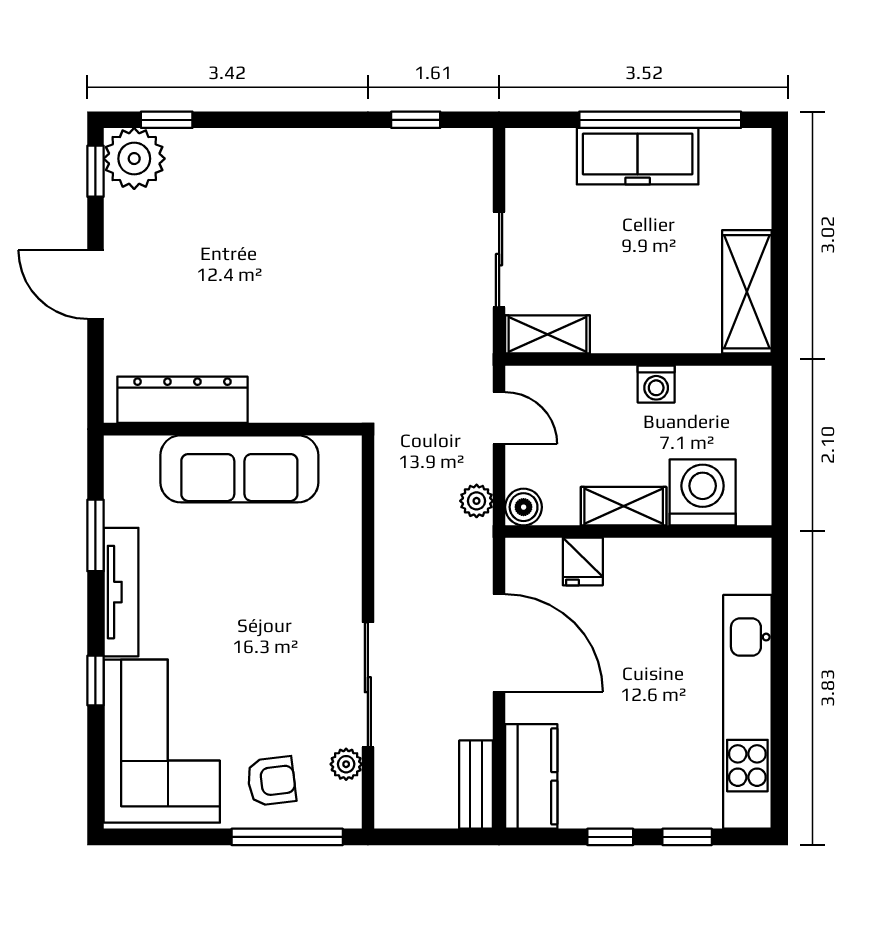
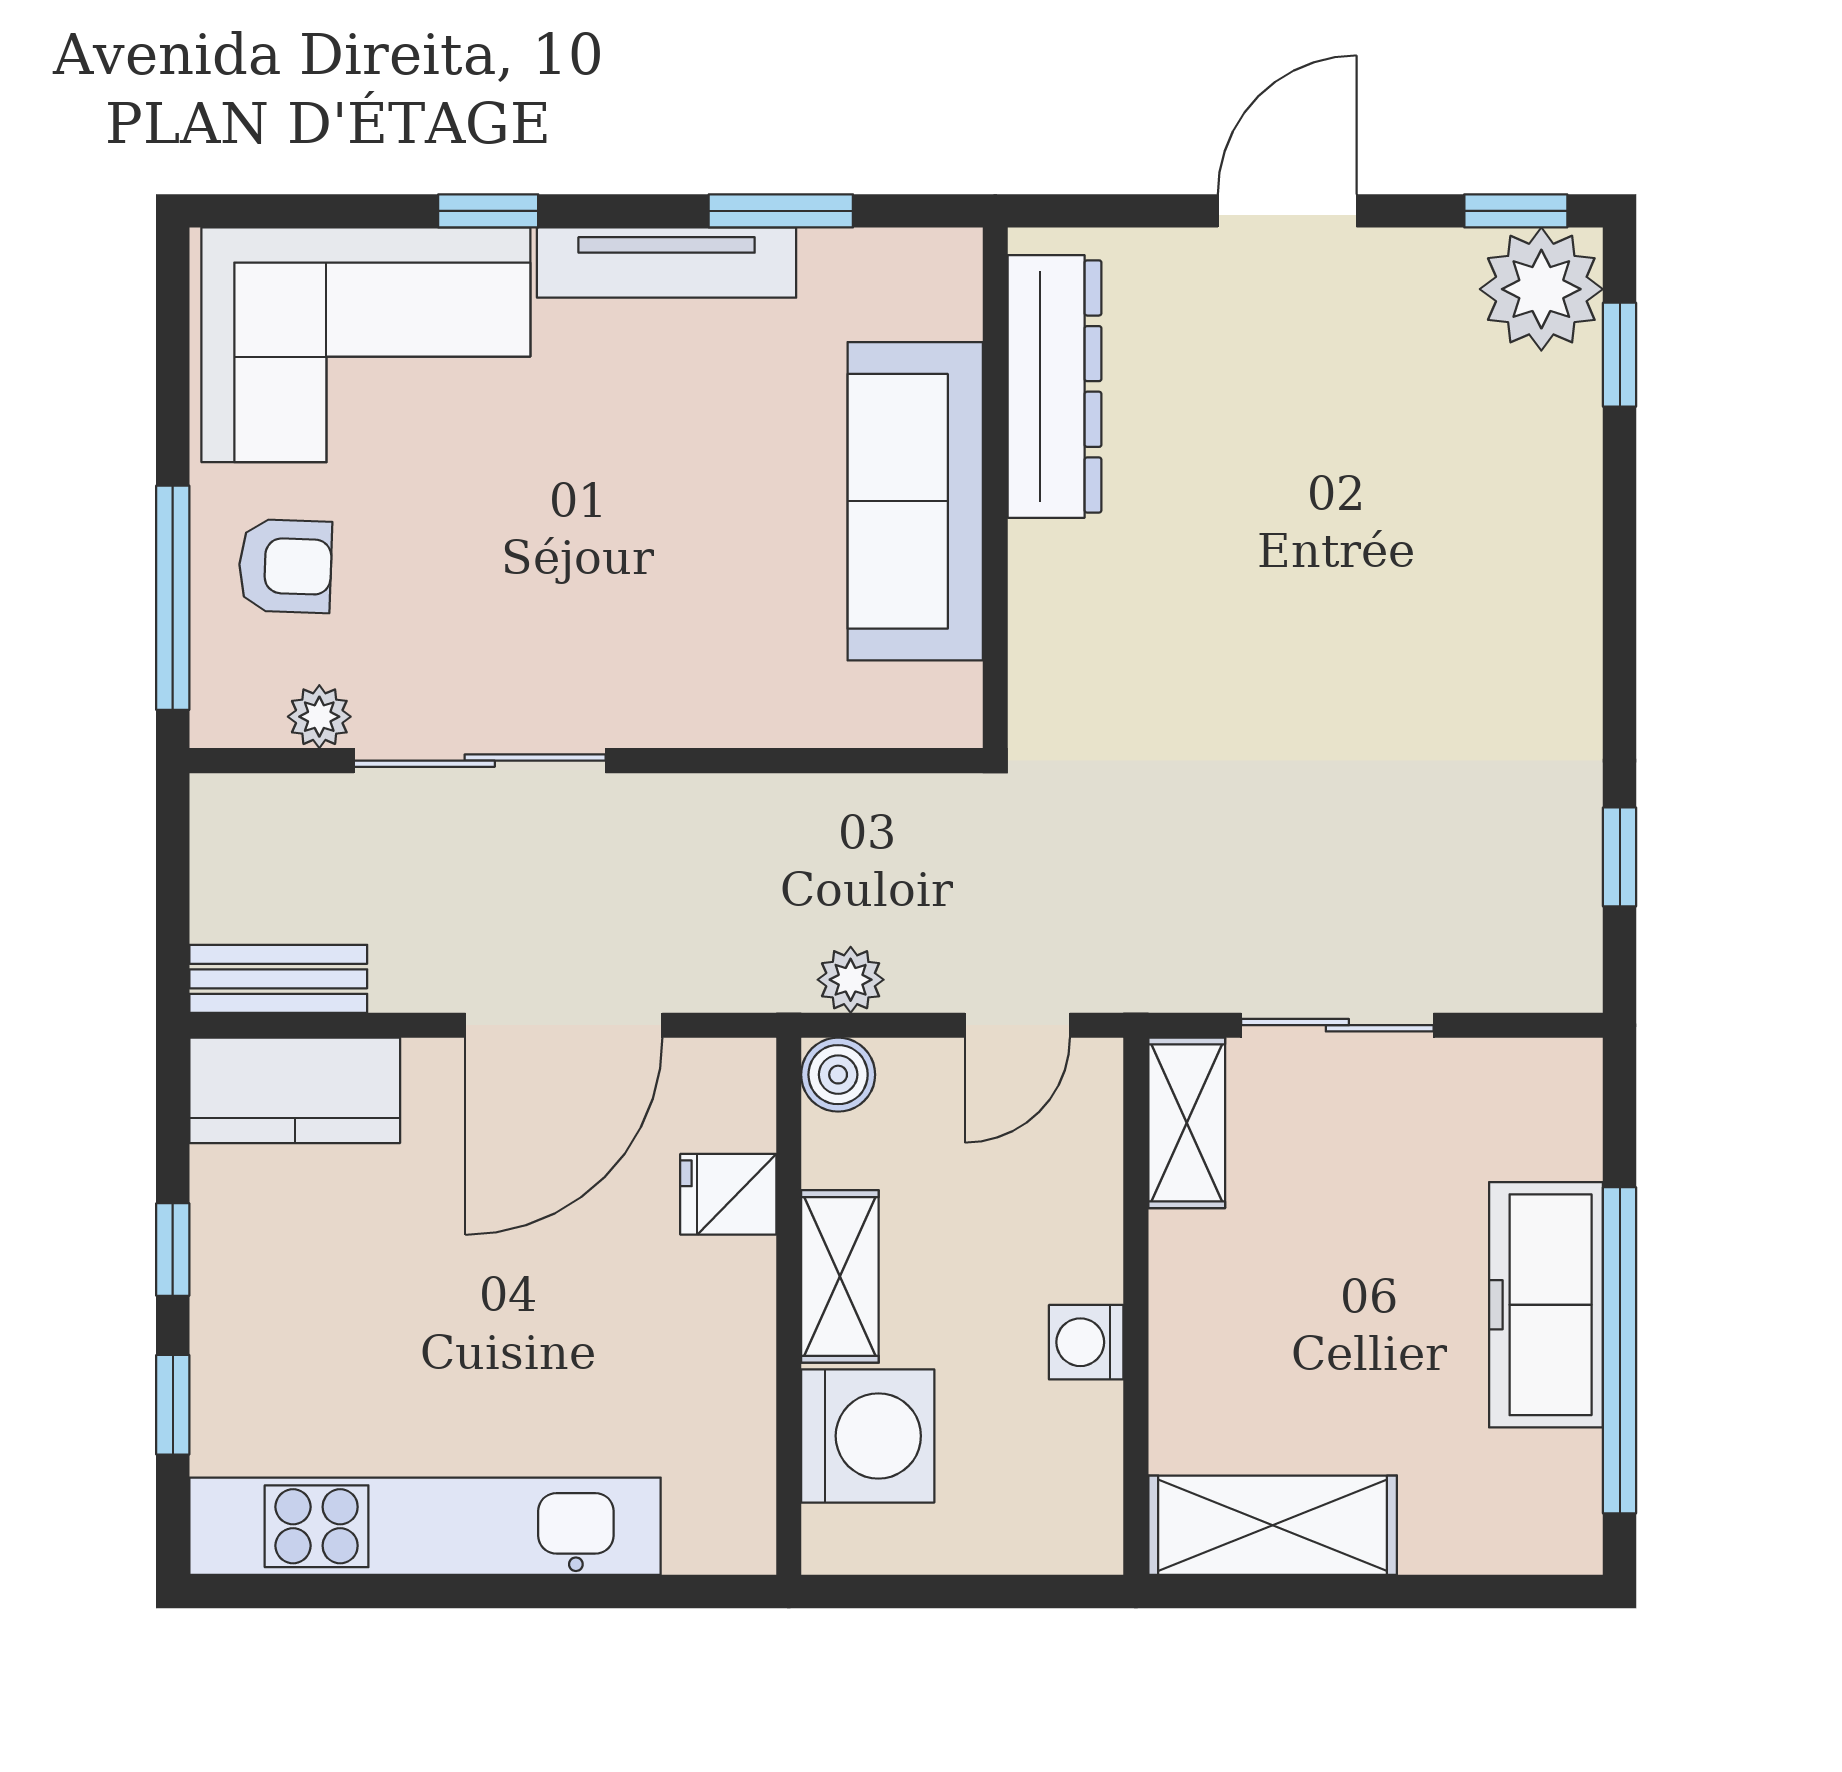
armchair: (271, 781) -> (285, 566), turned -81

